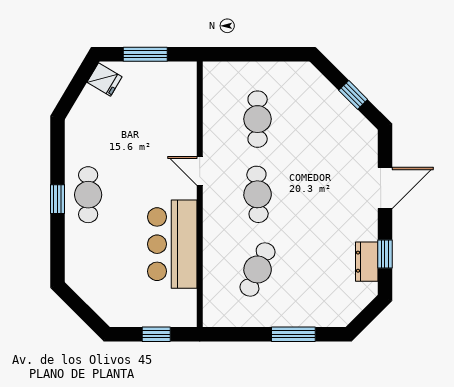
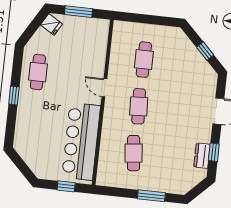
cafe table: (88, 195) -> (38, 72), moved
bar counter: (172, 244) -> (81, 141), width x1.36
cafe table: (258, 269) -> (134, 153), turned -30

